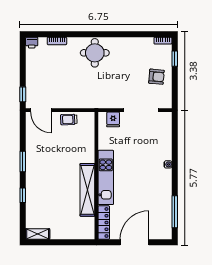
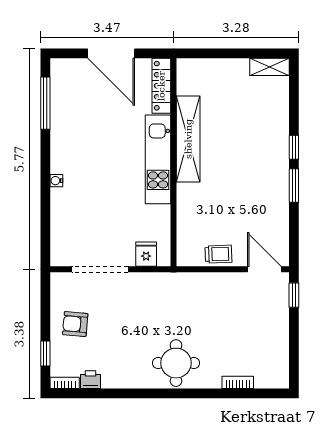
printer: (32, 43) -> (90, 380), moved
window: (23, 195) -> (294, 147), moved
door: (135, 242) -> (111, 53), hinge flipped

